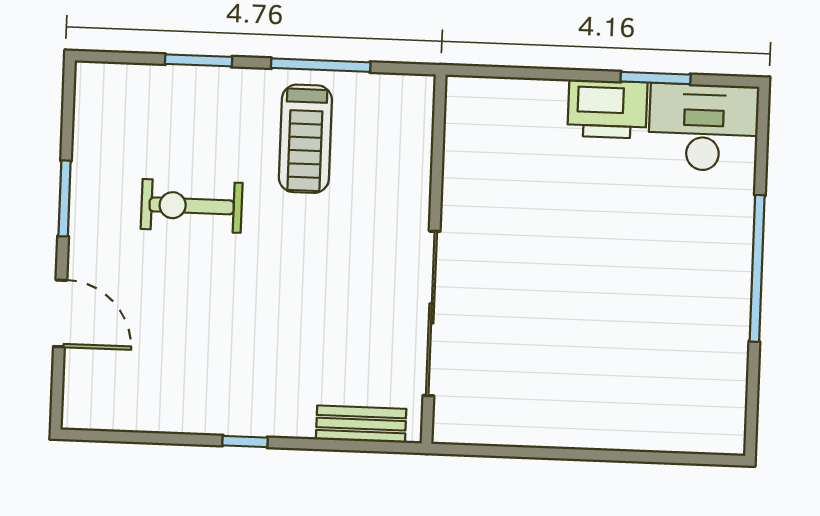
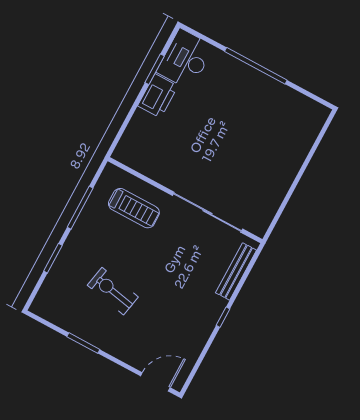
treadmill: (305, 139) -> (134, 208), moved
exercise bike: (192, 206) -> (113, 291), turned 101
door: (60, 313) -> (155, 382), moved
bench: (361, 424) -> (236, 271), width x1.36

